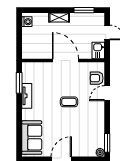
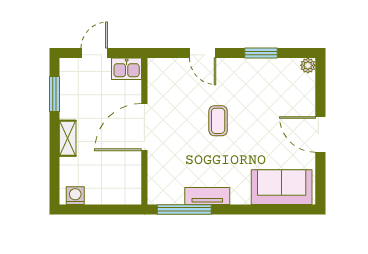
armchair: (97, 78) -> (176, 71), removed
window: (19, 83) -> (184, 209), width x1.44
window: (107, 143) -> (261, 53), moved

